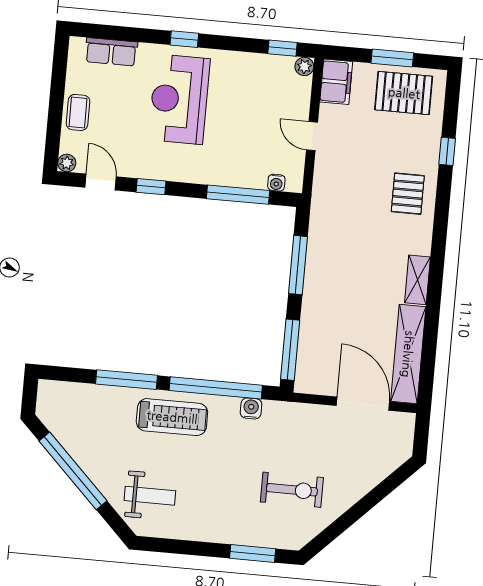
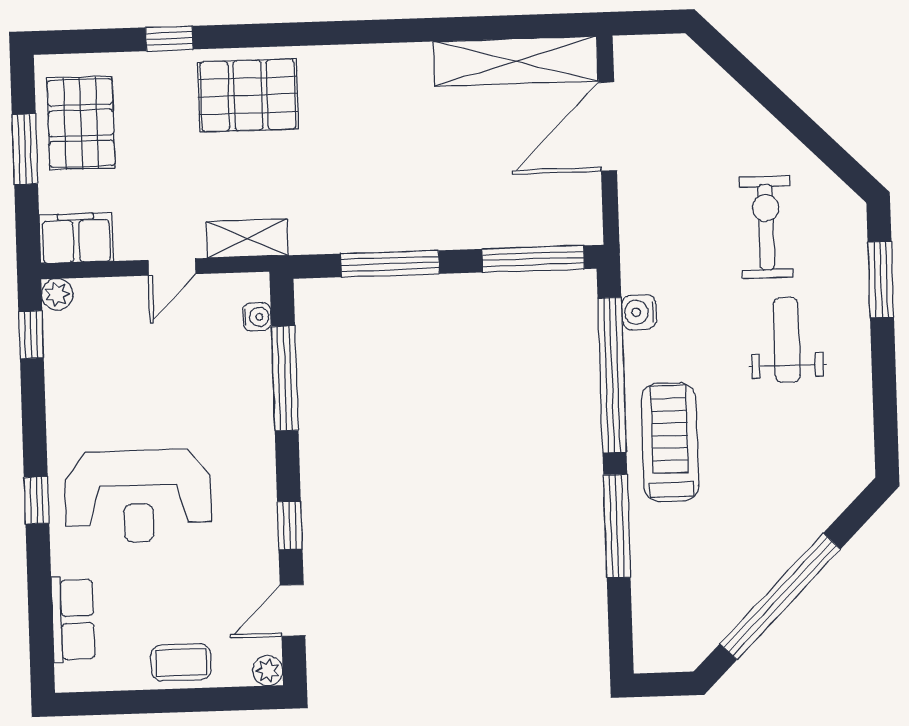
pallet: (408, 194) -> (248, 95), width x1.50, depth x1.42
shelving: (417, 280) -> (247, 238), moved
weight bench: (150, 496) -> (787, 340), moved

